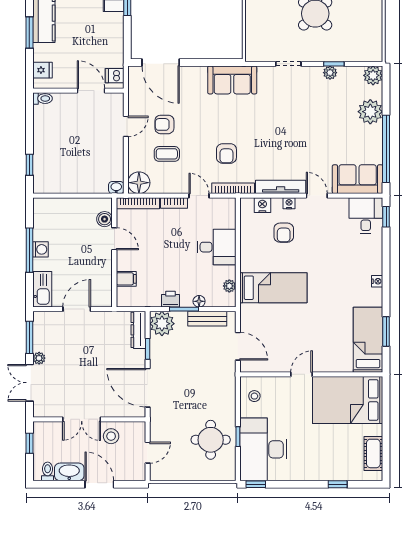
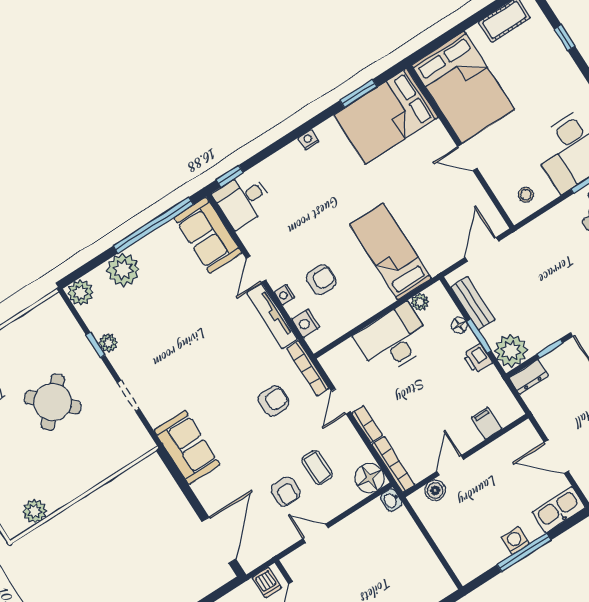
desk: (216, 247) -> (393, 340), width x1.37
dresser: (138, 330) -> (529, 377), width x0.70
bed: (368, 340) -> (386, 116), width x1.50

